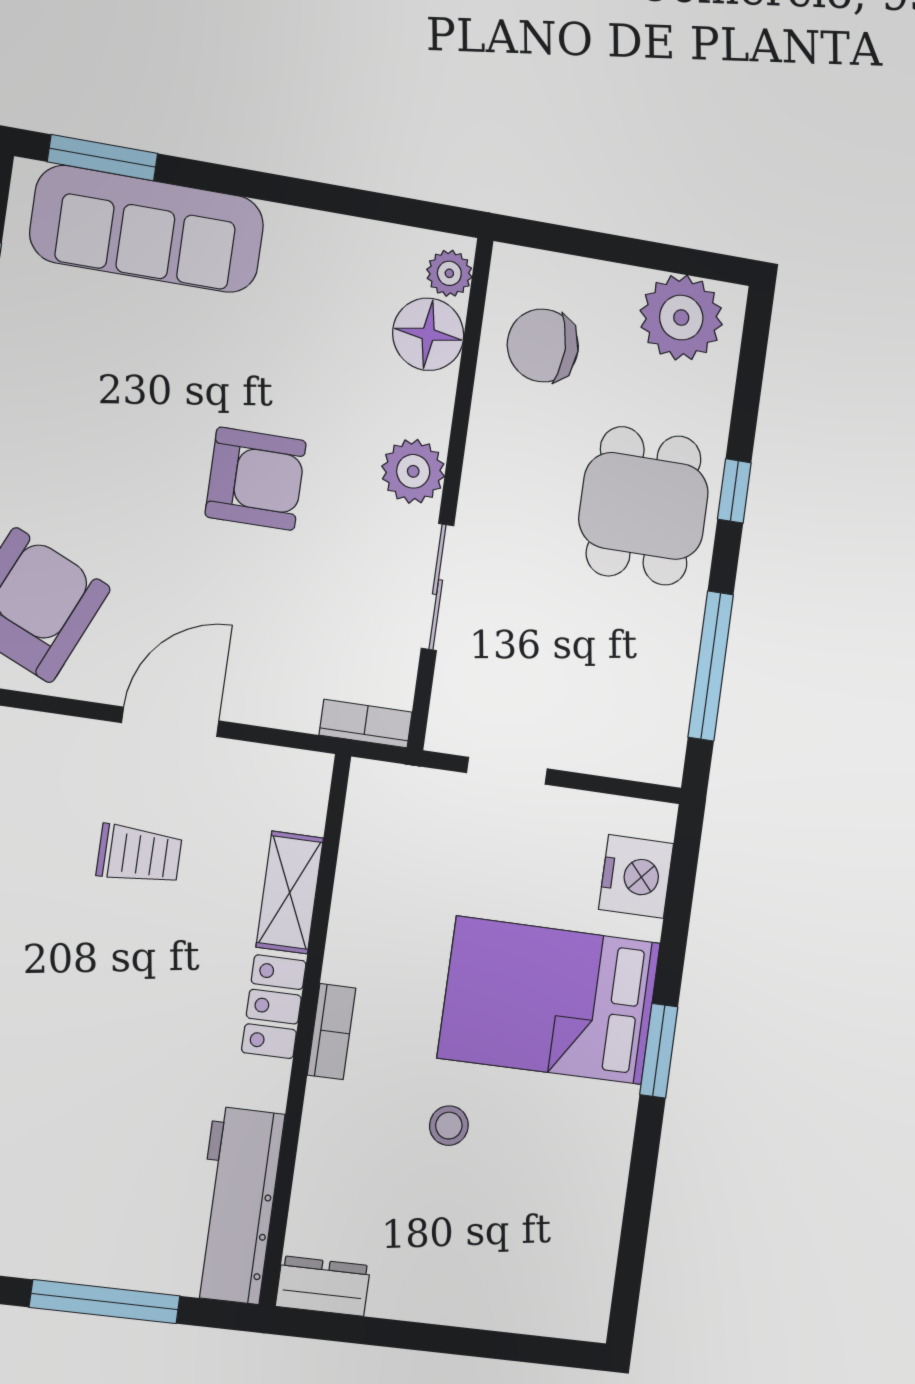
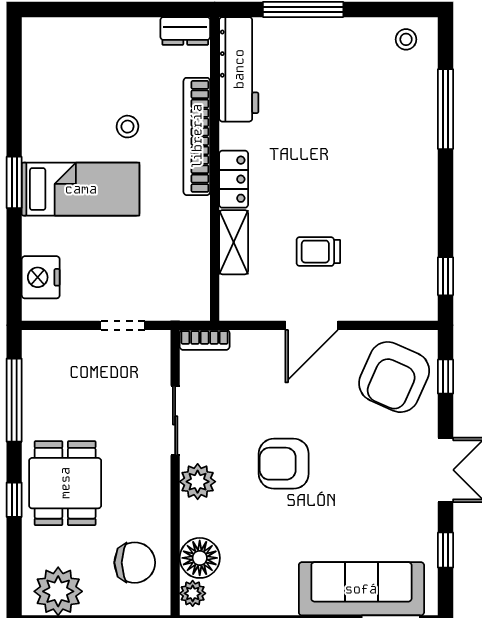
bed: (549, 1000) -> (81, 189), width x0.67
bookcase: (332, 1032) -> (197, 136), width x2.31, depth x1.31

